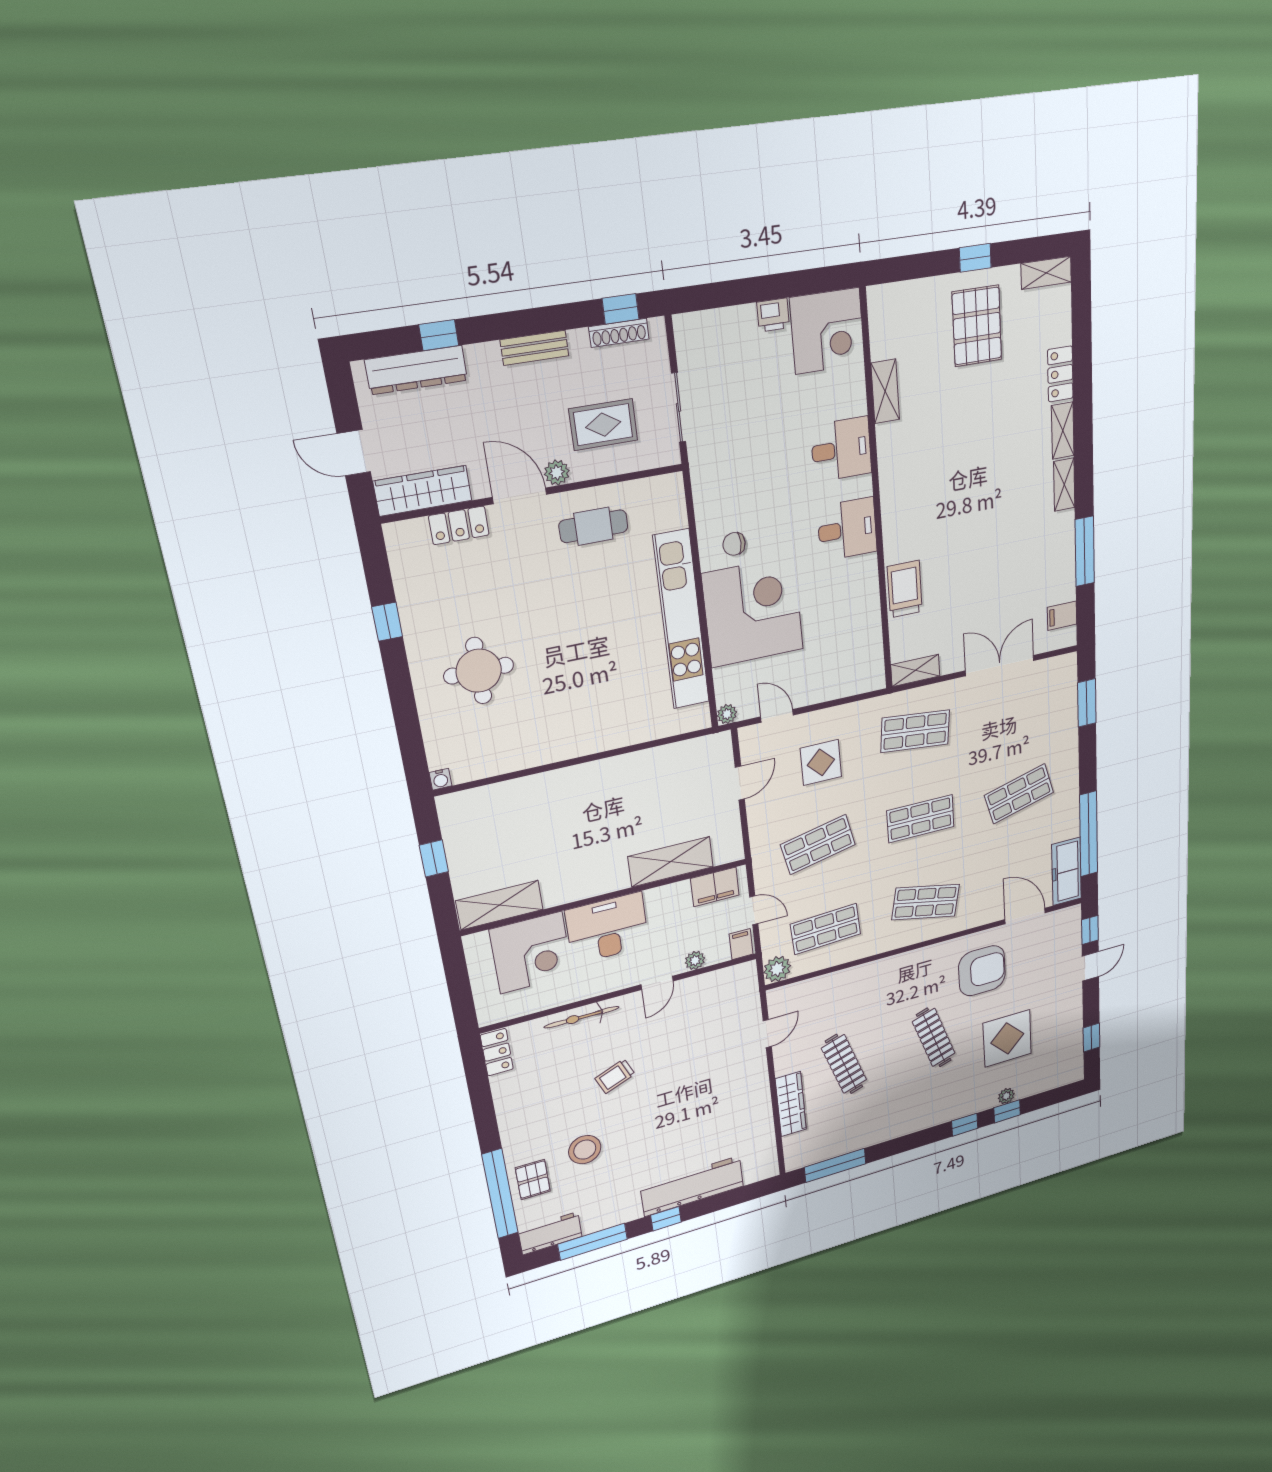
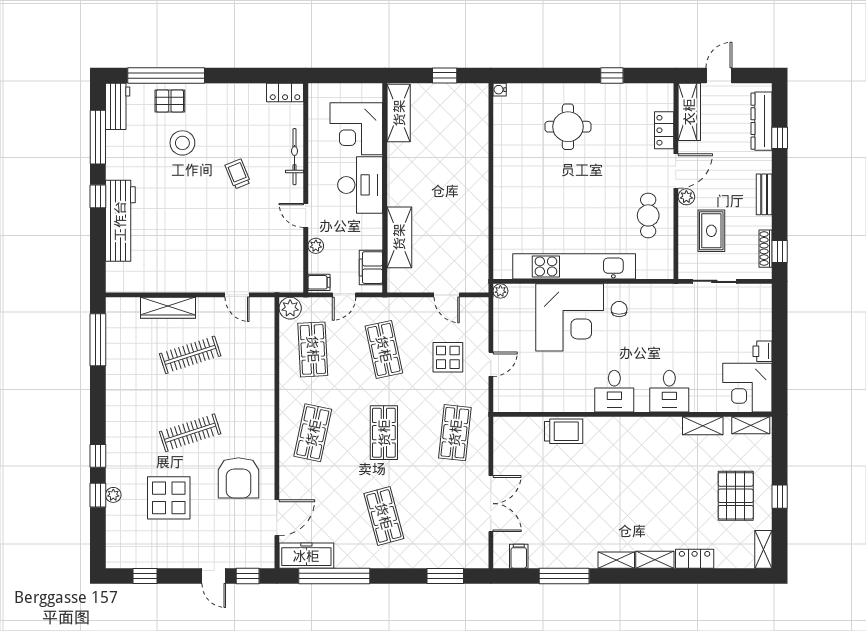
pallet: (977, 326) -> (736, 496), turned 90
shelving: (915, 670) -> (751, 425), moved, turned 90
door: (777, 716) -> (491, 364), moved

